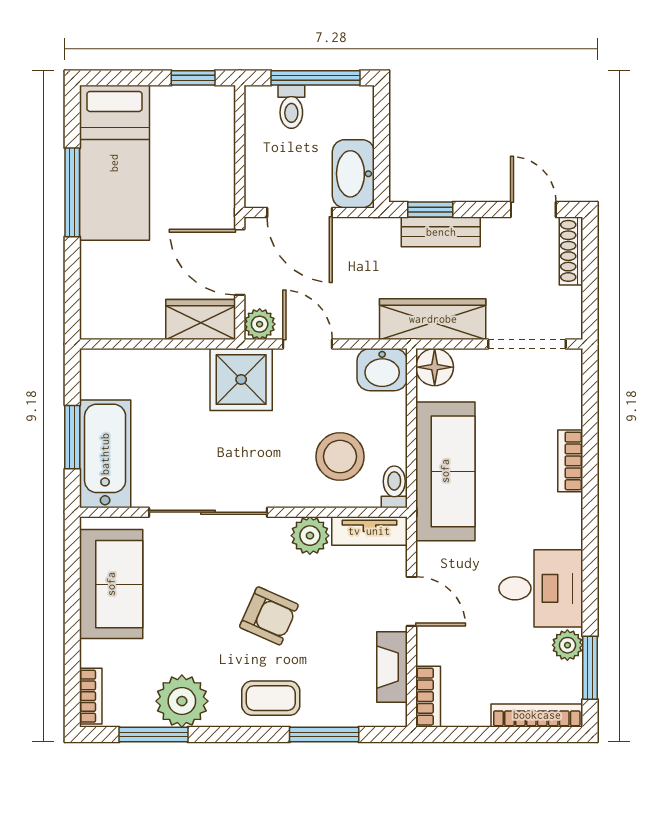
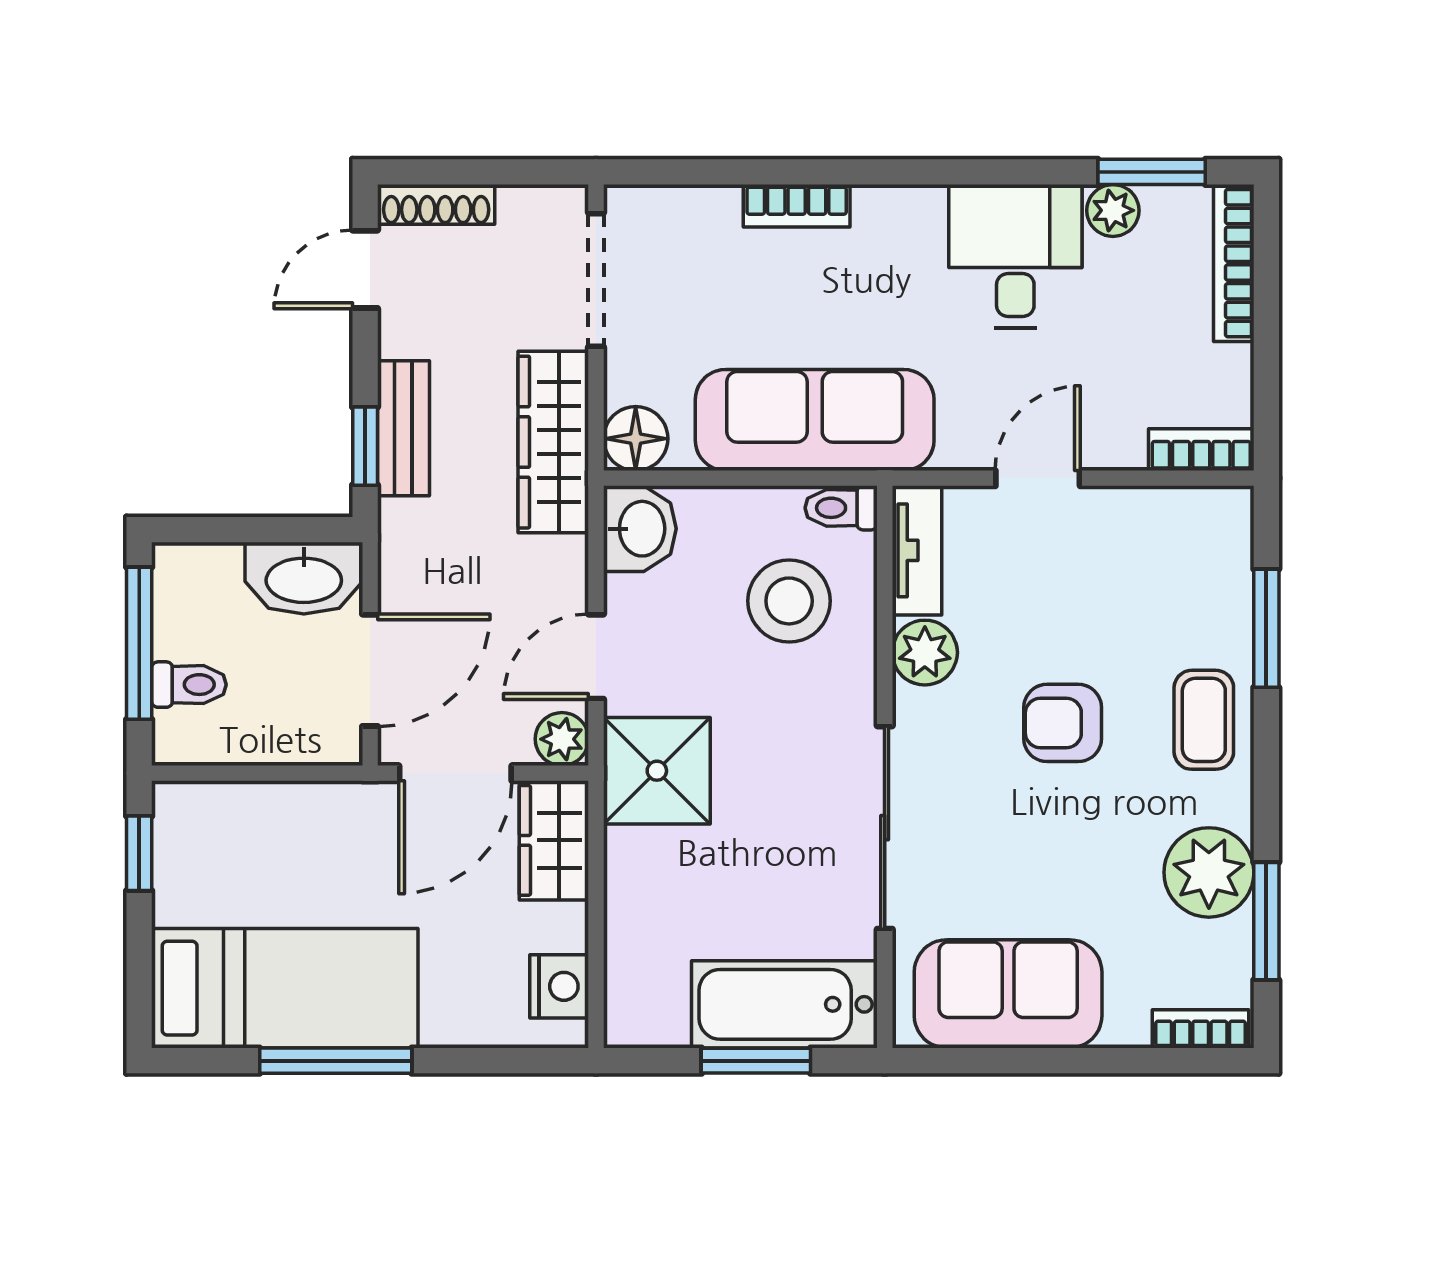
nightstand: (116, 323) -> (559, 986), added
armchair: (269, 616) -> (1063, 723), turned -114
fireplace: (392, 667) -> (1151, 512), removed

